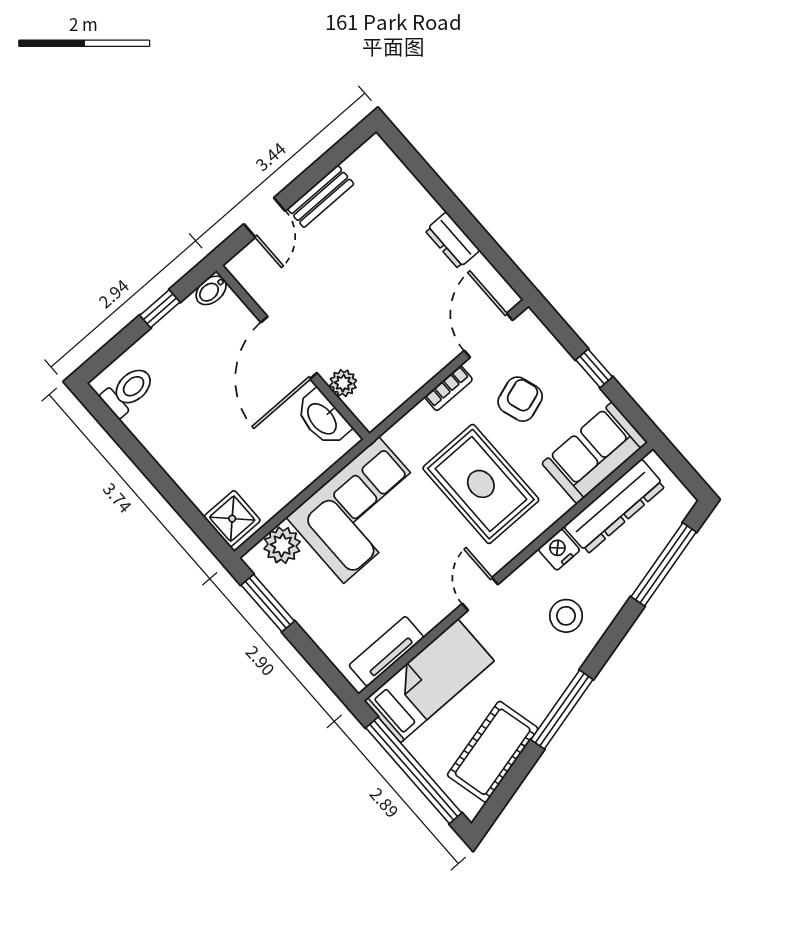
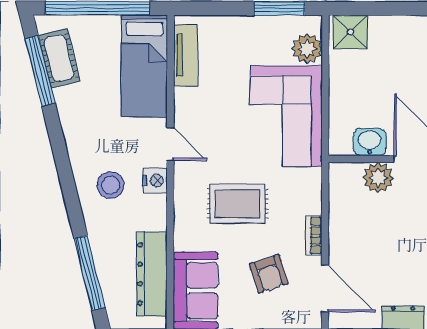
plant: (343, 383) -> (378, 178), width x1.38, depth x1.38
washbasin: (323, 418) -> (370, 142), width x0.72
rug: (481, 484) -> (238, 204), width x0.73, depth x0.70
nightstand: (559, 550) -> (155, 181), moved
window: (562, 710) -> (40, 71), moved
cot: (493, 752) -> (59, 58), width x0.73, depth x0.75

